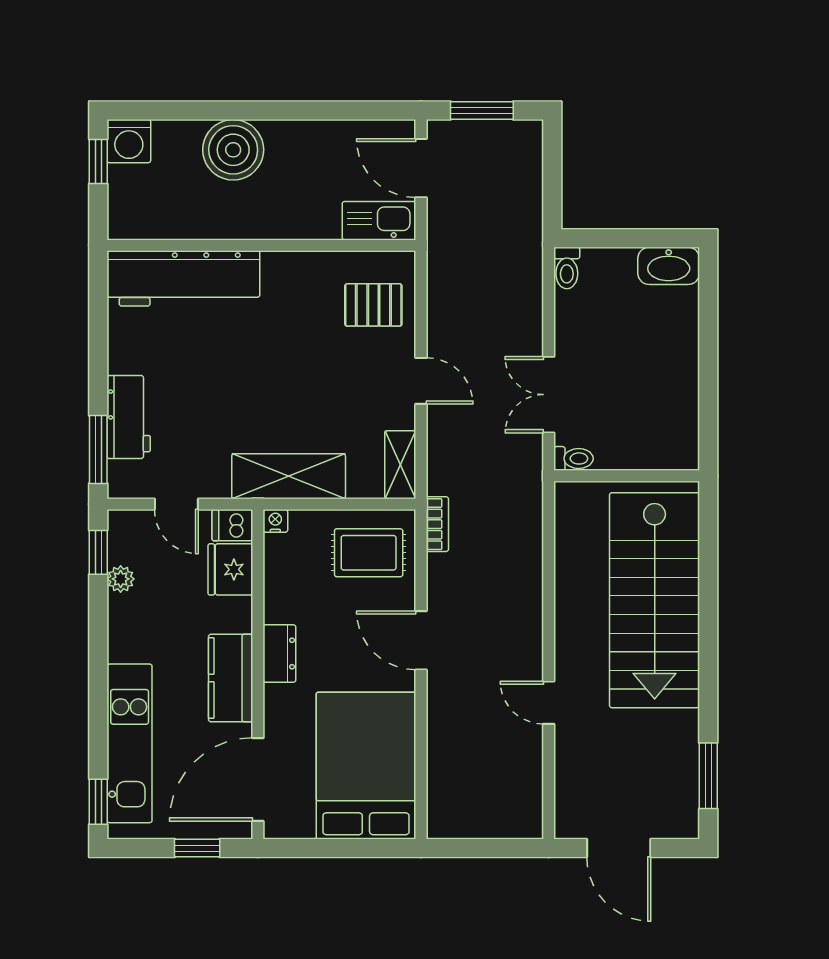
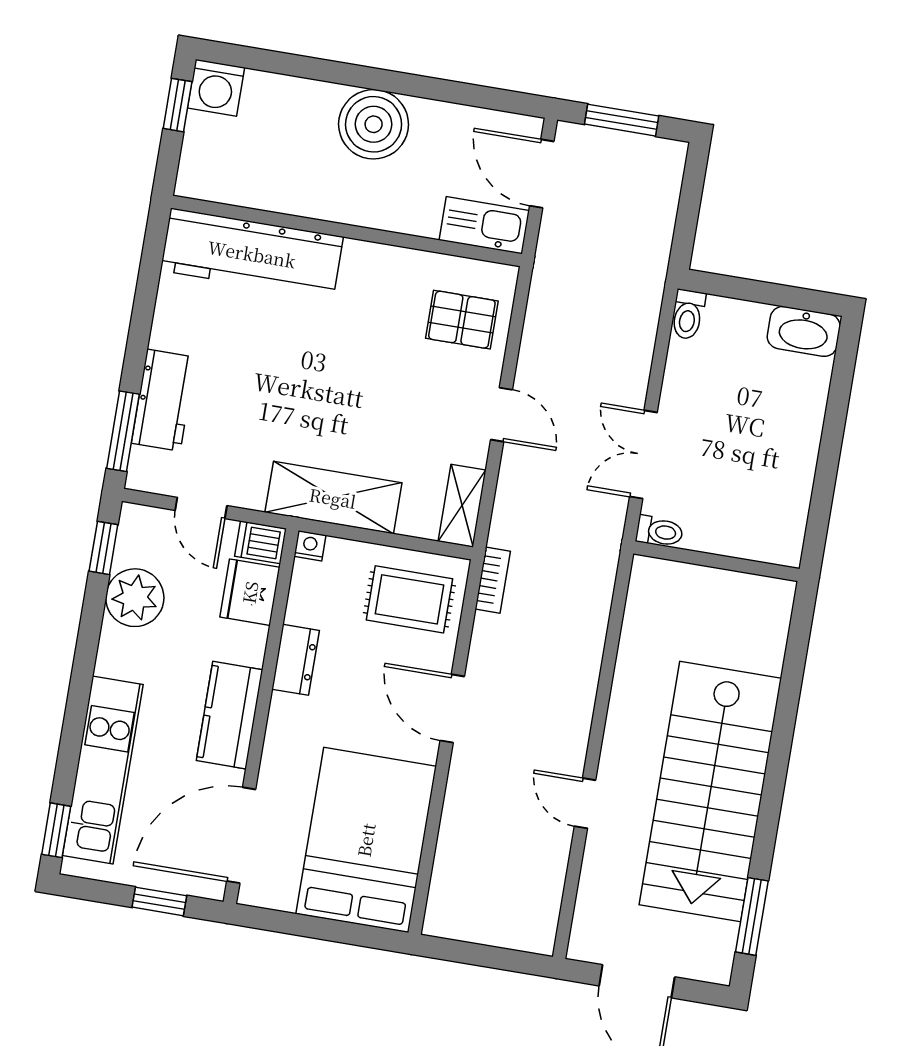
boiler: (233, 150) -> (374, 124), moved
plant: (121, 579) -> (135, 598), width x1.87, depth x1.87
stairs: (655, 600) -> (710, 792), moved
dresser: (279, 654) -> (296, 660), moved

